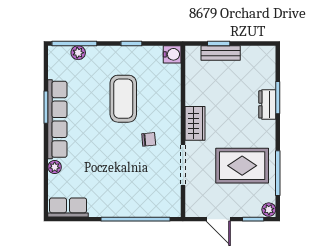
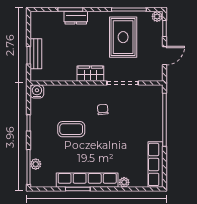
coffee table: (123, 99) -> (71, 129), width x0.73, depth x0.76
row of seats: (68, 207) -> (155, 164), width x1.48

